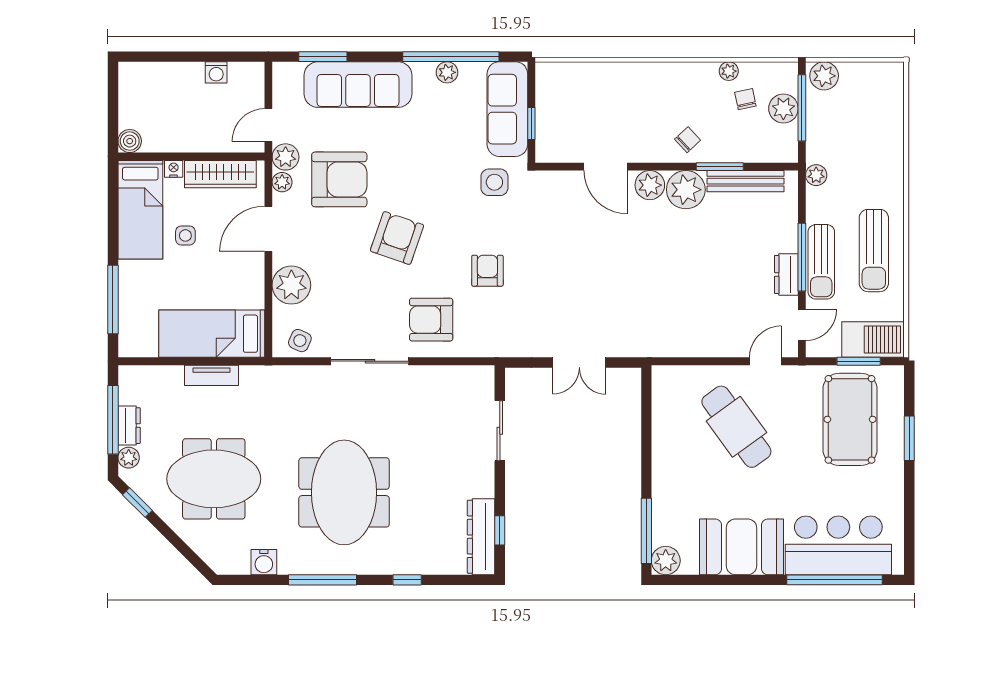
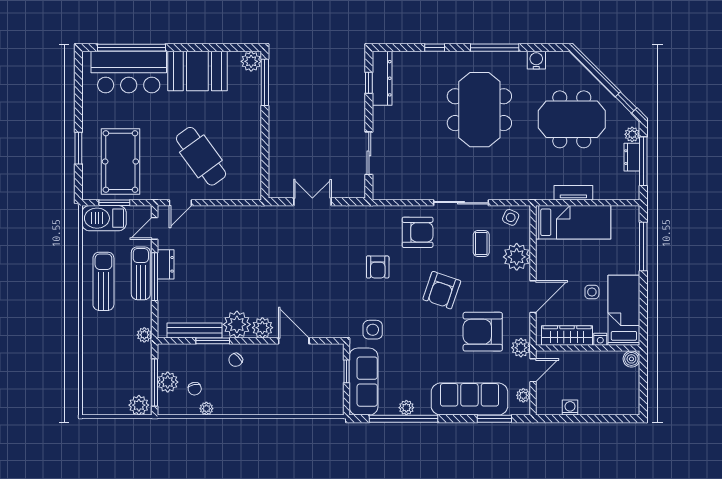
plant: (282, 182) -> (523, 395), moved
coffee table: (341, 304) -> (481, 244), added

